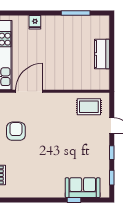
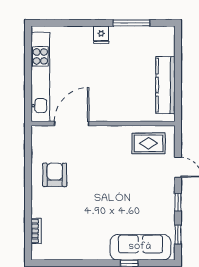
fridge: (35, 22) -> (101, 35), moved
kitchen counter: (102, 54) -> (165, 85), width x1.50
sofa: (83, 188) -> (140, 247), width x1.36

